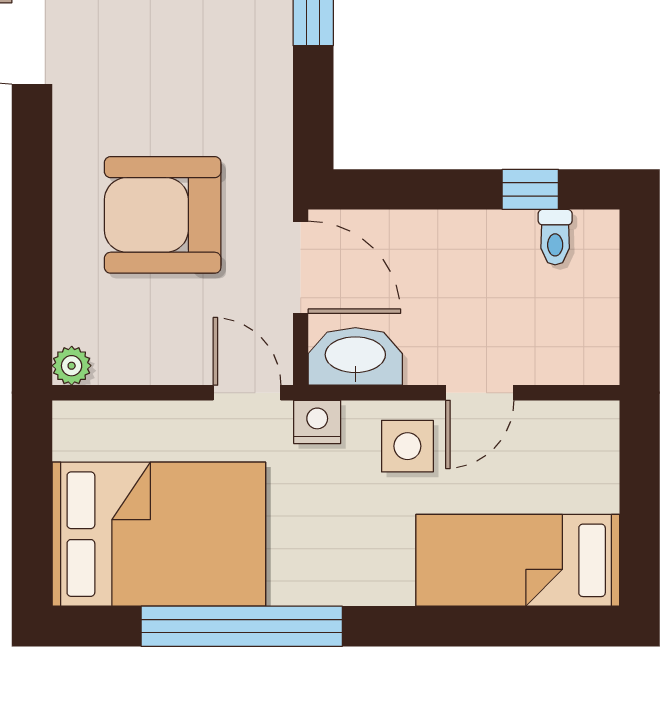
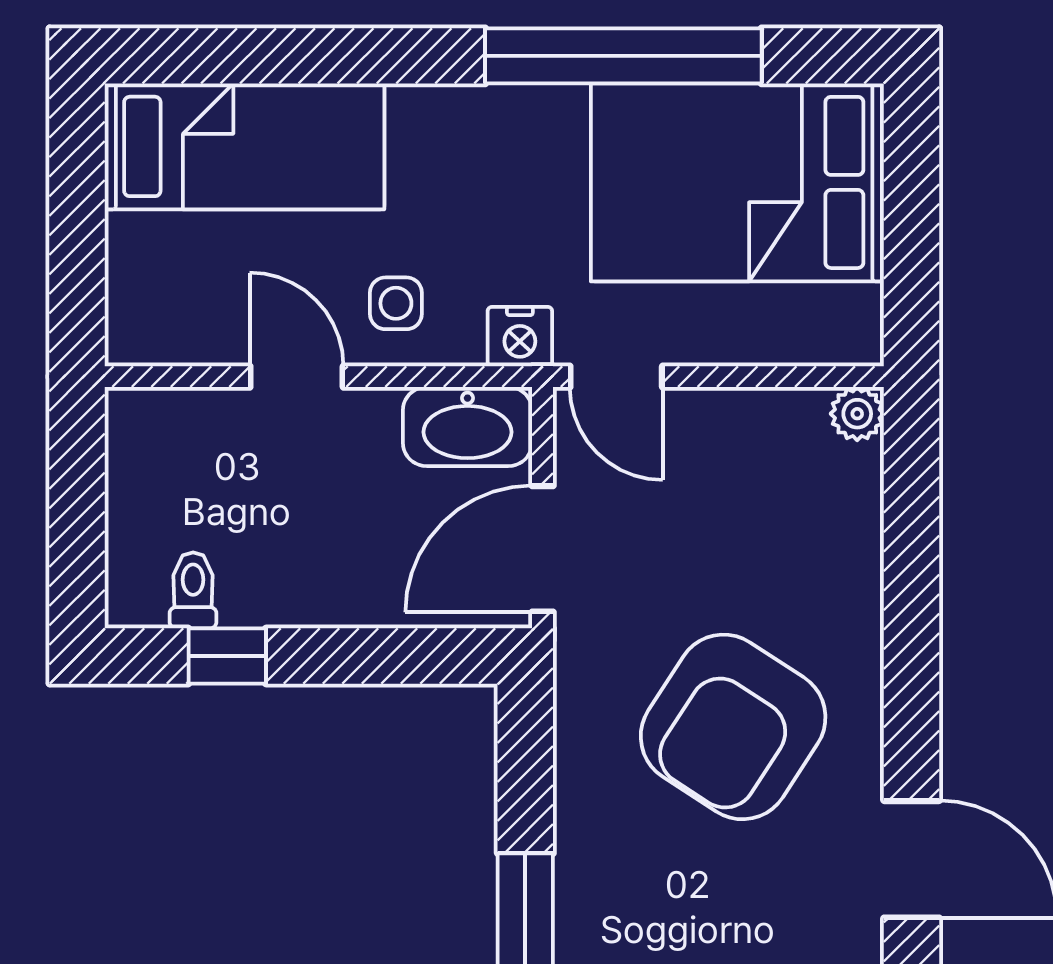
armchair: (163, 215) -> (733, 727), moved, turned 123
door: (301, 267) -> (543, 549), hinge flipped
door: (480, 393) -> (297, 377), hinge flipped
side table: (407, 446) -> (396, 303), width x0.73, depth x0.73

